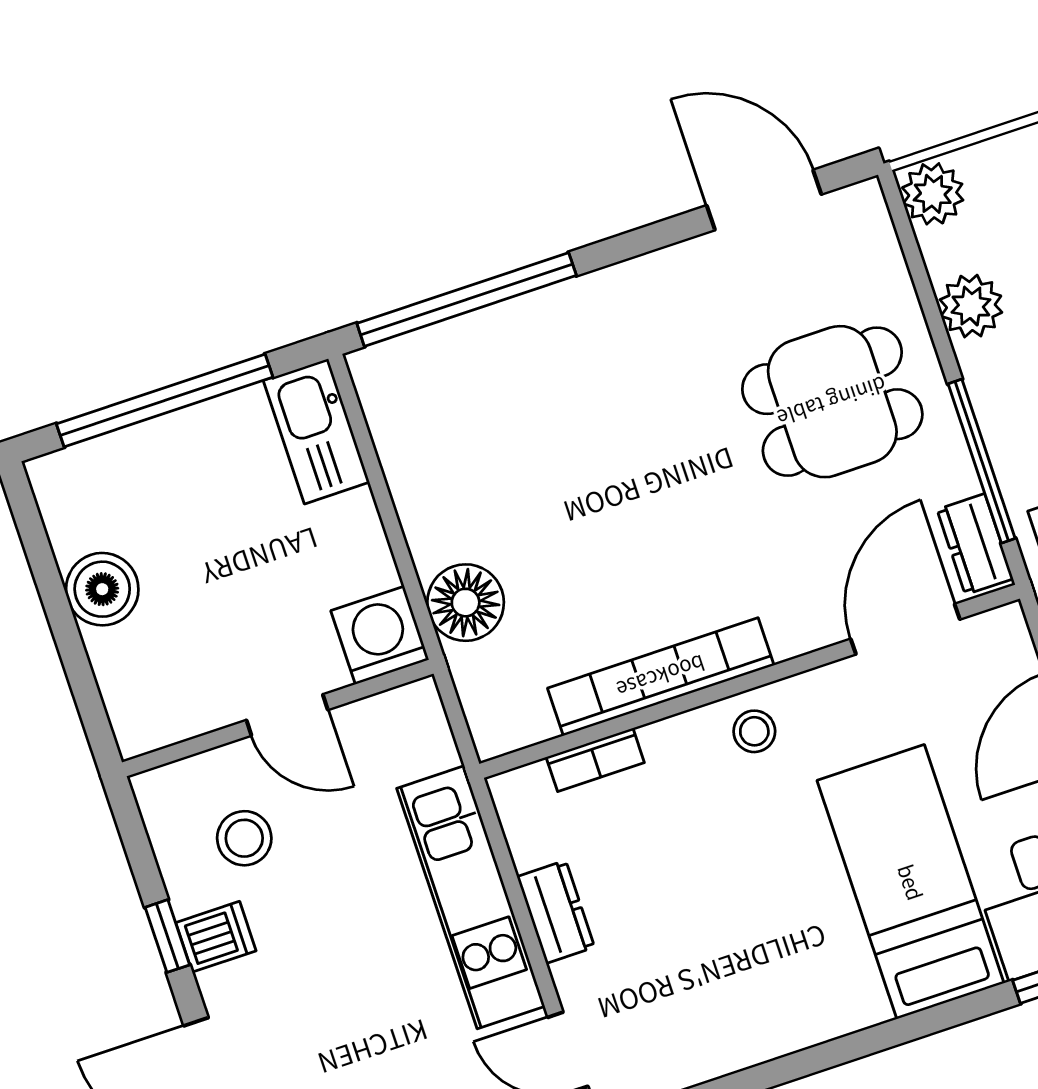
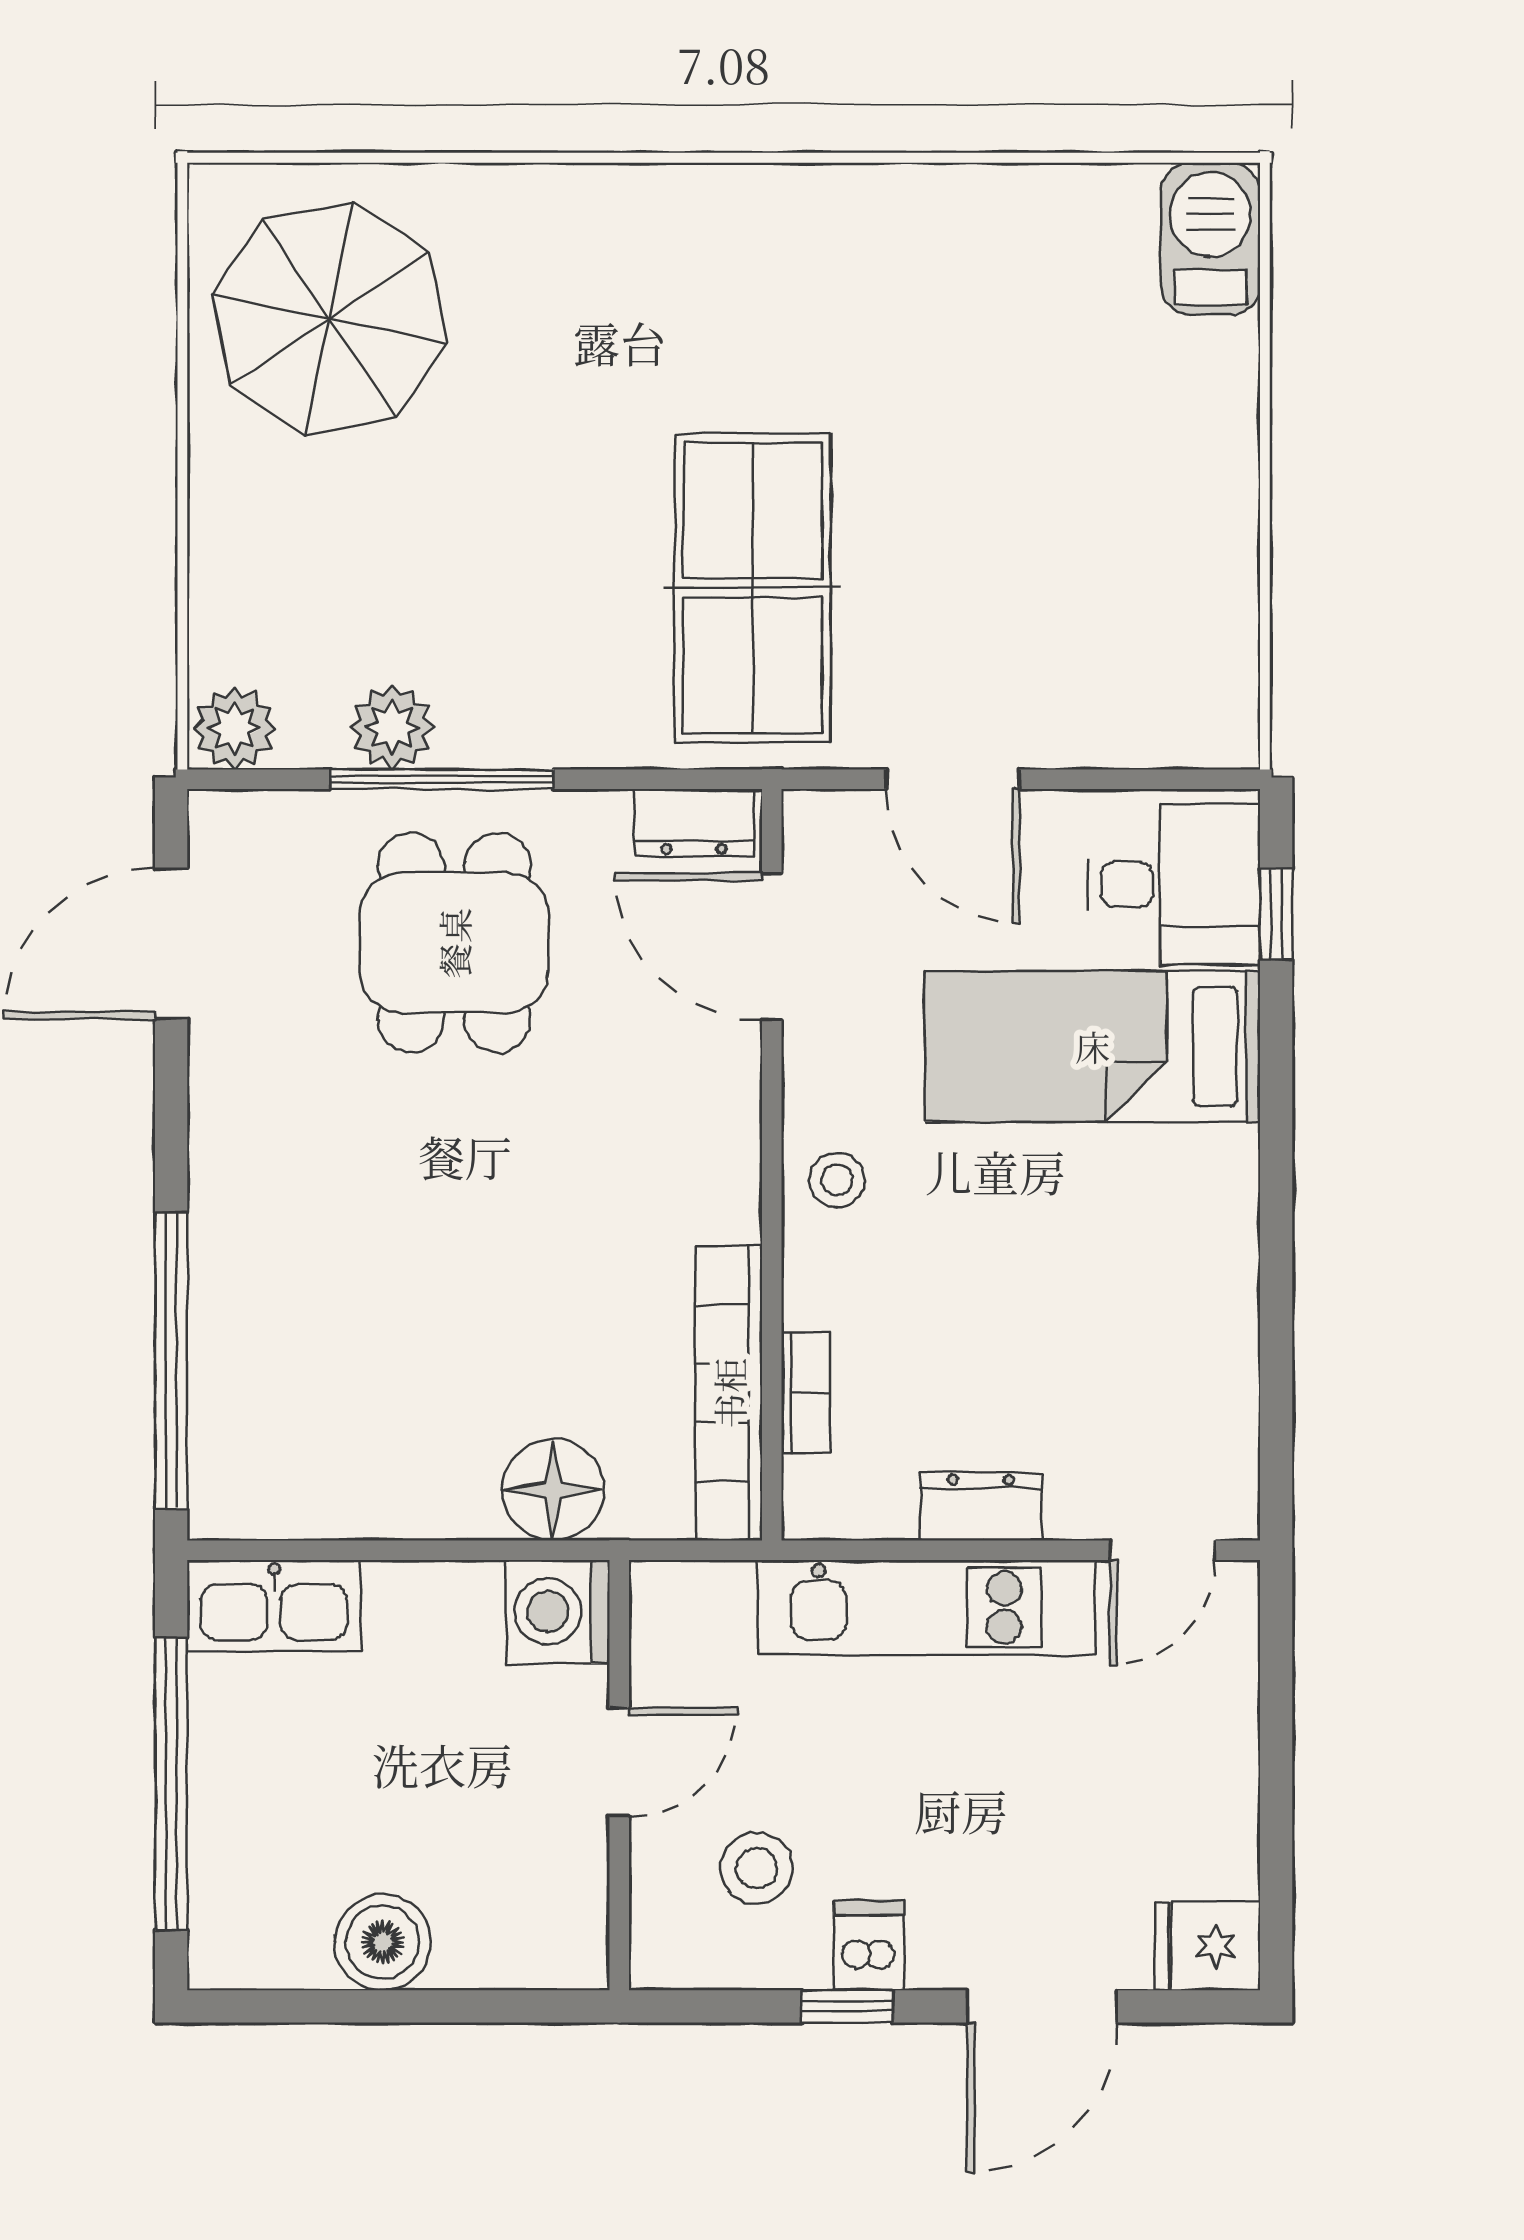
window: (982, 461) -> (442, 779), moved
bookcase: (661, 677) -> (729, 1393), moved

